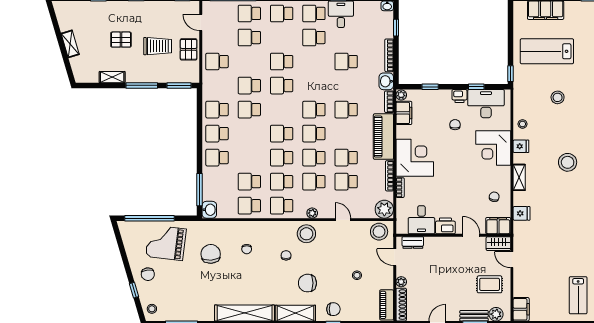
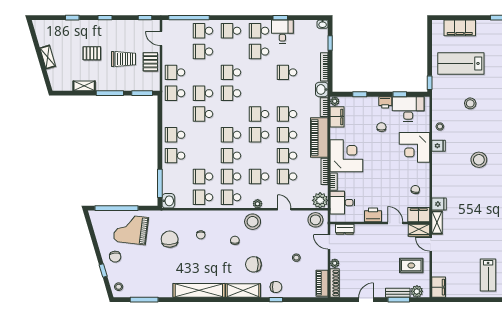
school desk: (217, 110) -> (175, 93), moved
school desk: (314, 158) -> (287, 135), moved
shelving: (519, 177) -> (437, 222), moved
desk: (421, 220) -> (343, 203), moved, turned 90

